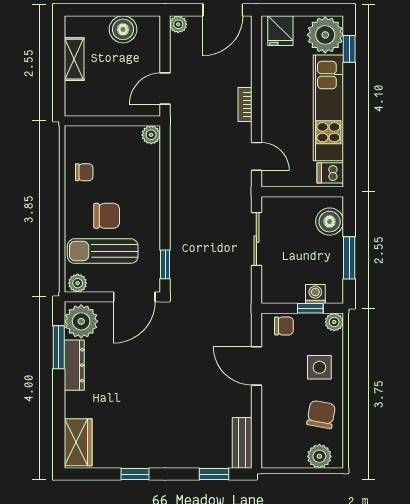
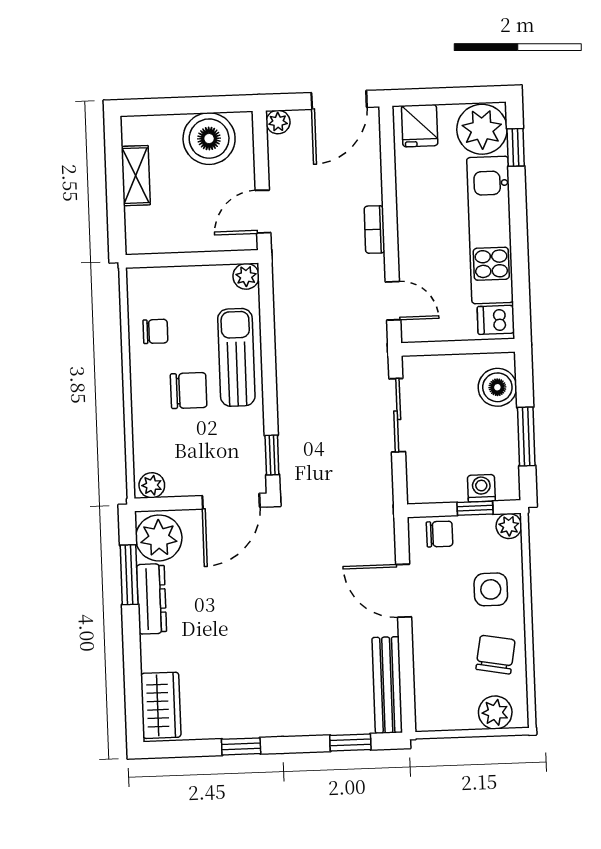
boiler: (123, 29) -> (209, 139), width x1.37, depth x1.37
sun lounger: (103, 251) -> (236, 357), moved, turned 90
bench: (242, 443) -> (387, 685), width x1.36

